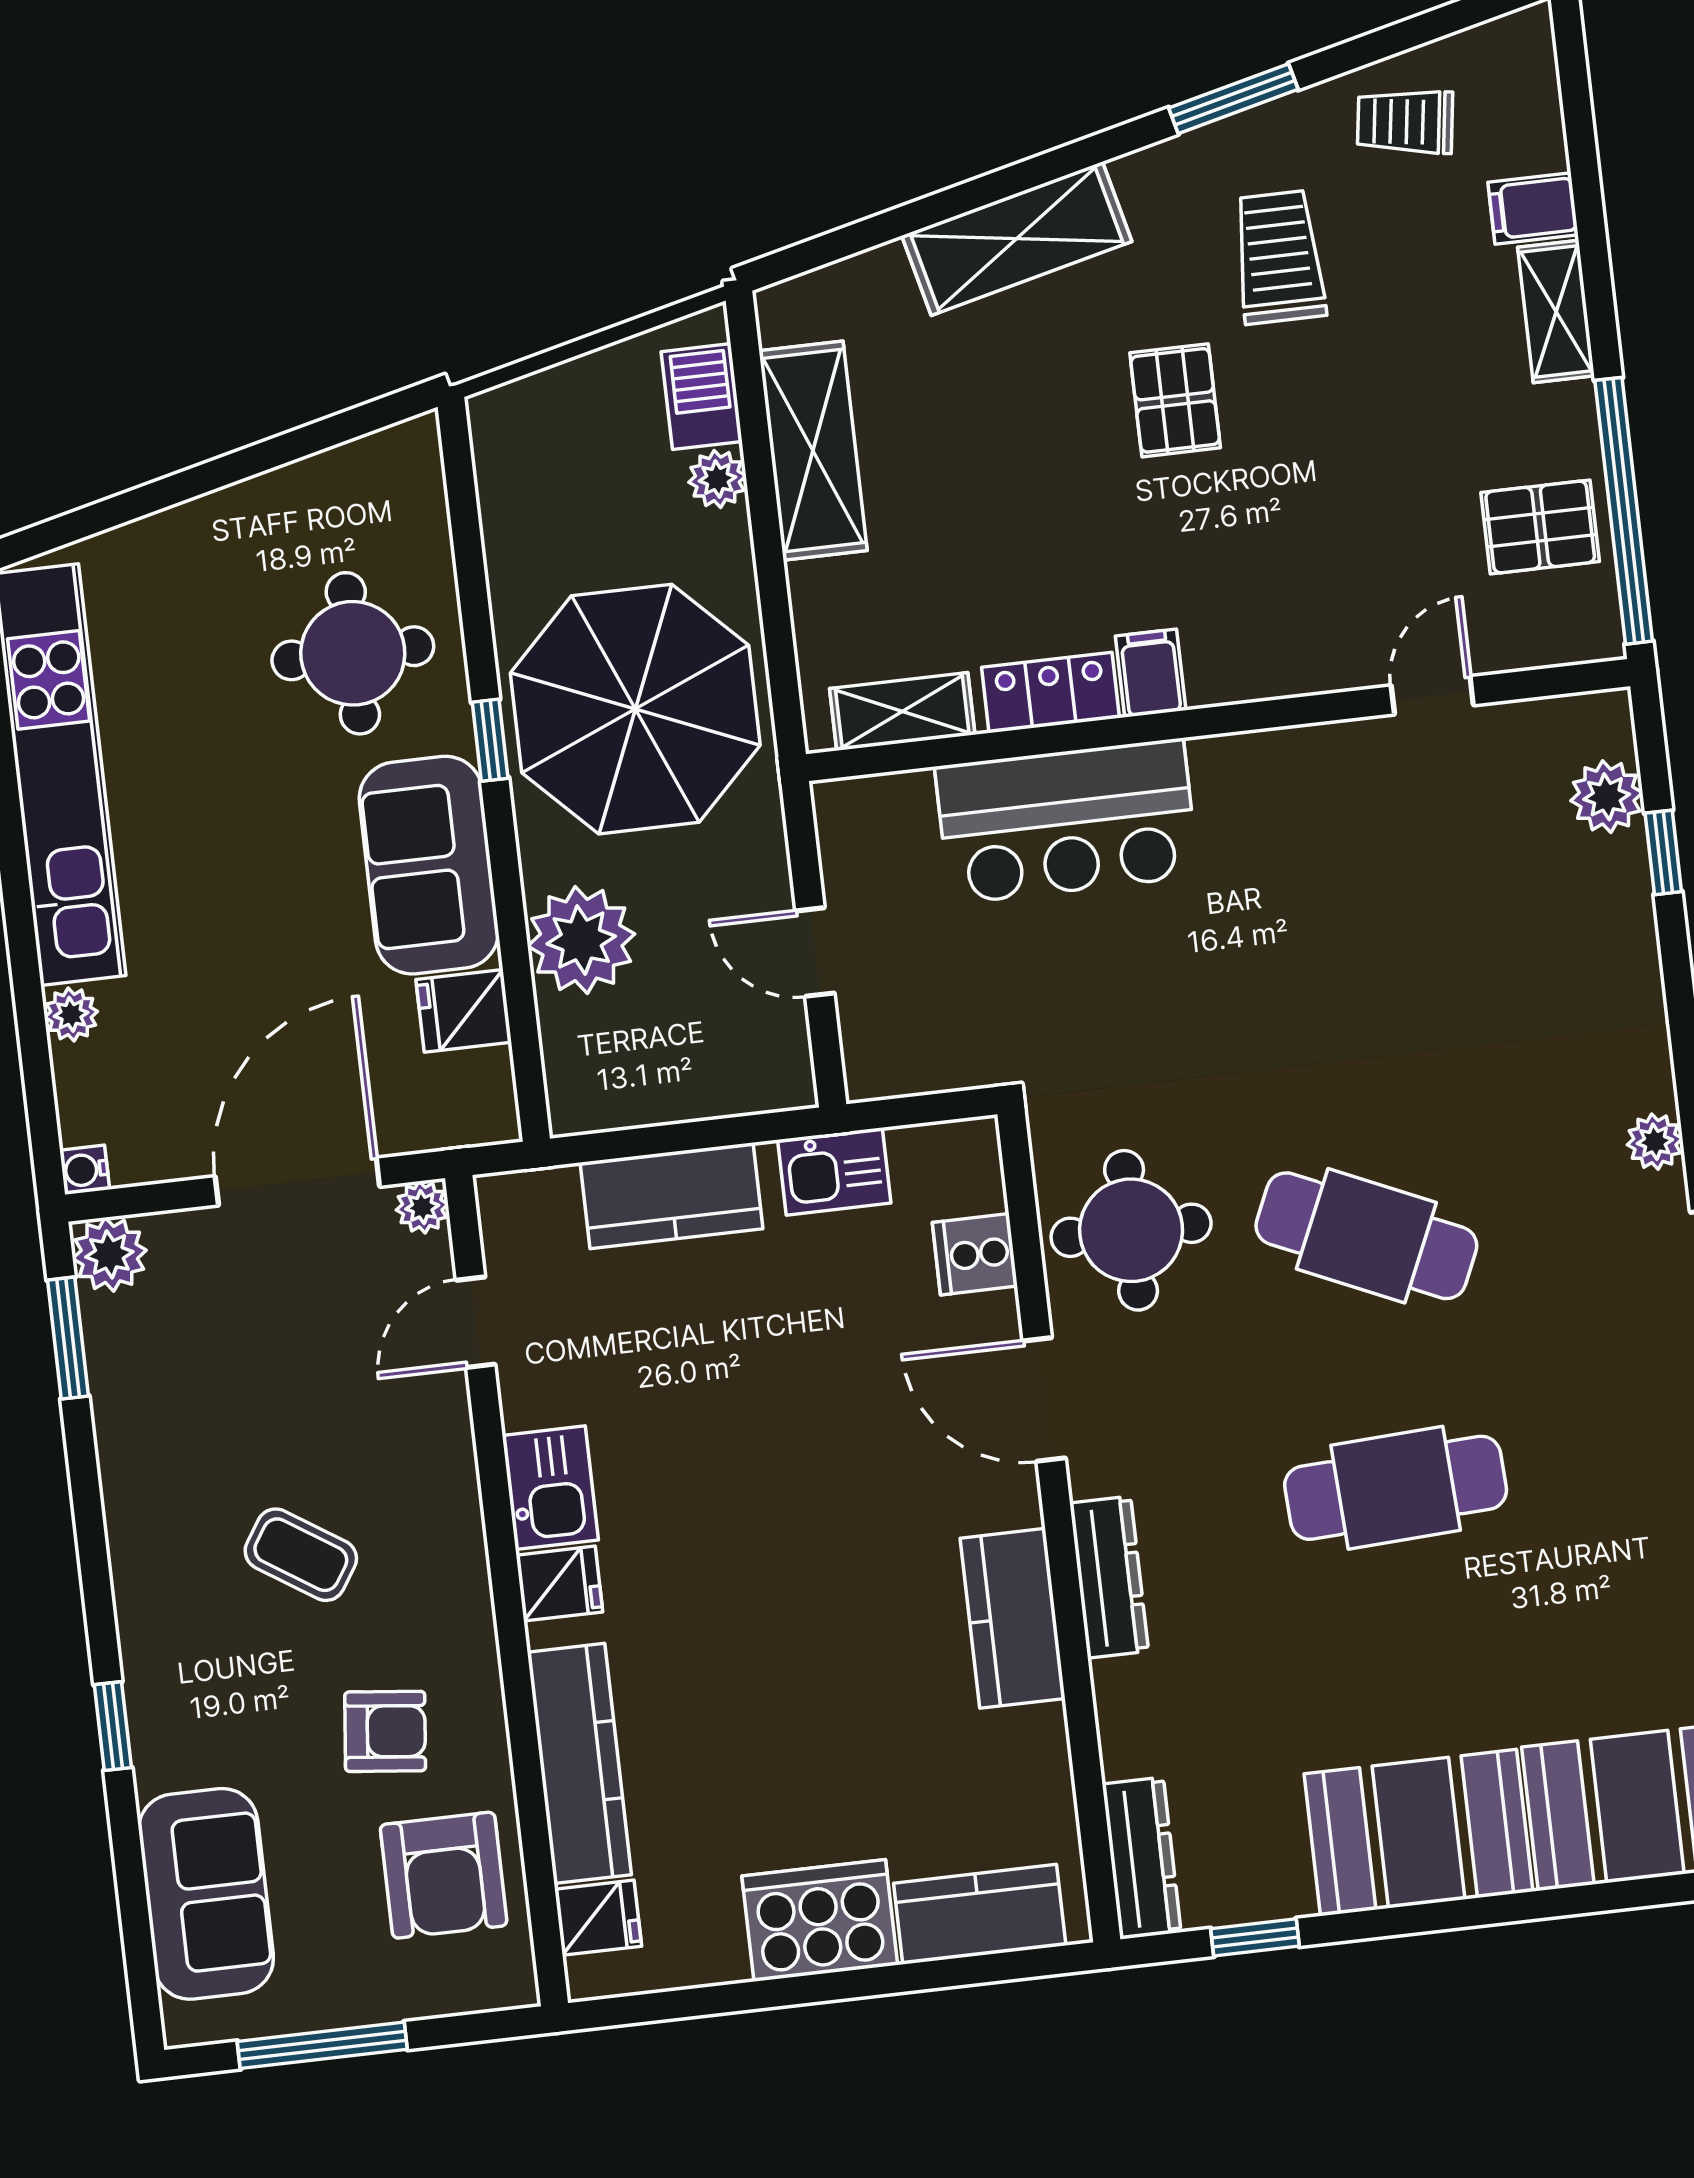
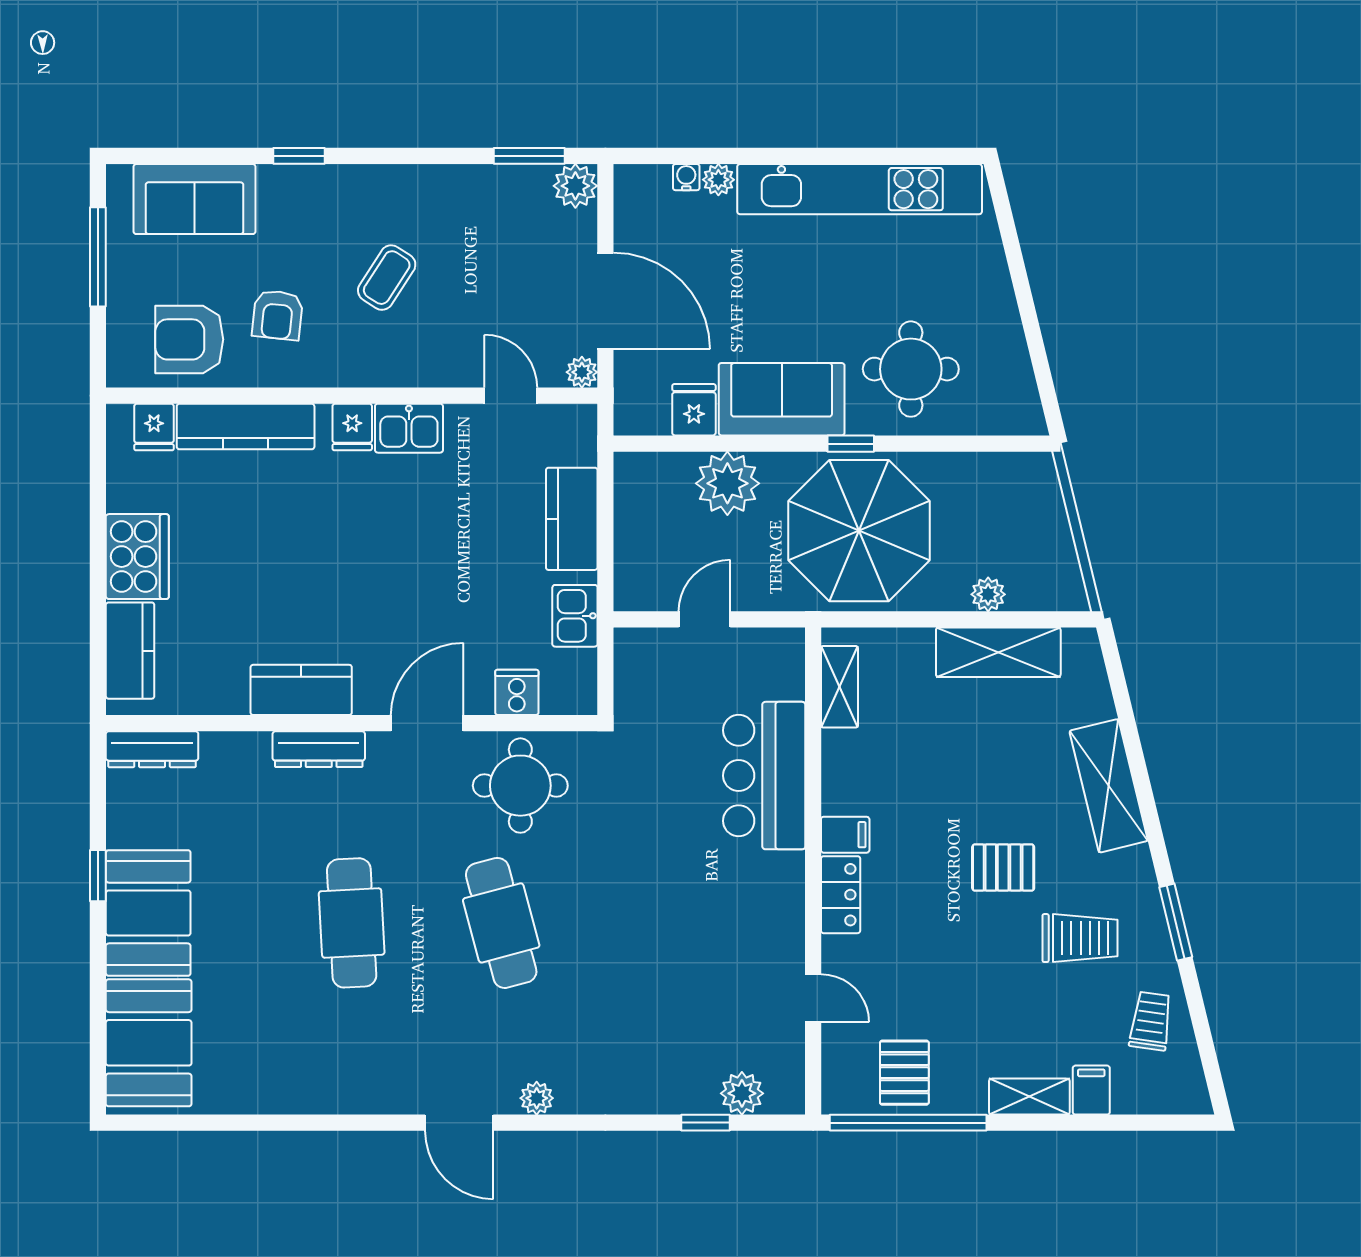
barbecue: (702, 397) -> (1037, 591), removed
locker: (1050, 692) -> (841, 895), moved
water cooler: (85, 1170) -> (686, 177), moved
cafe table: (1366, 1236) -> (501, 923), turned -39
window: (1255, 1937) -> (98, 876), moved

